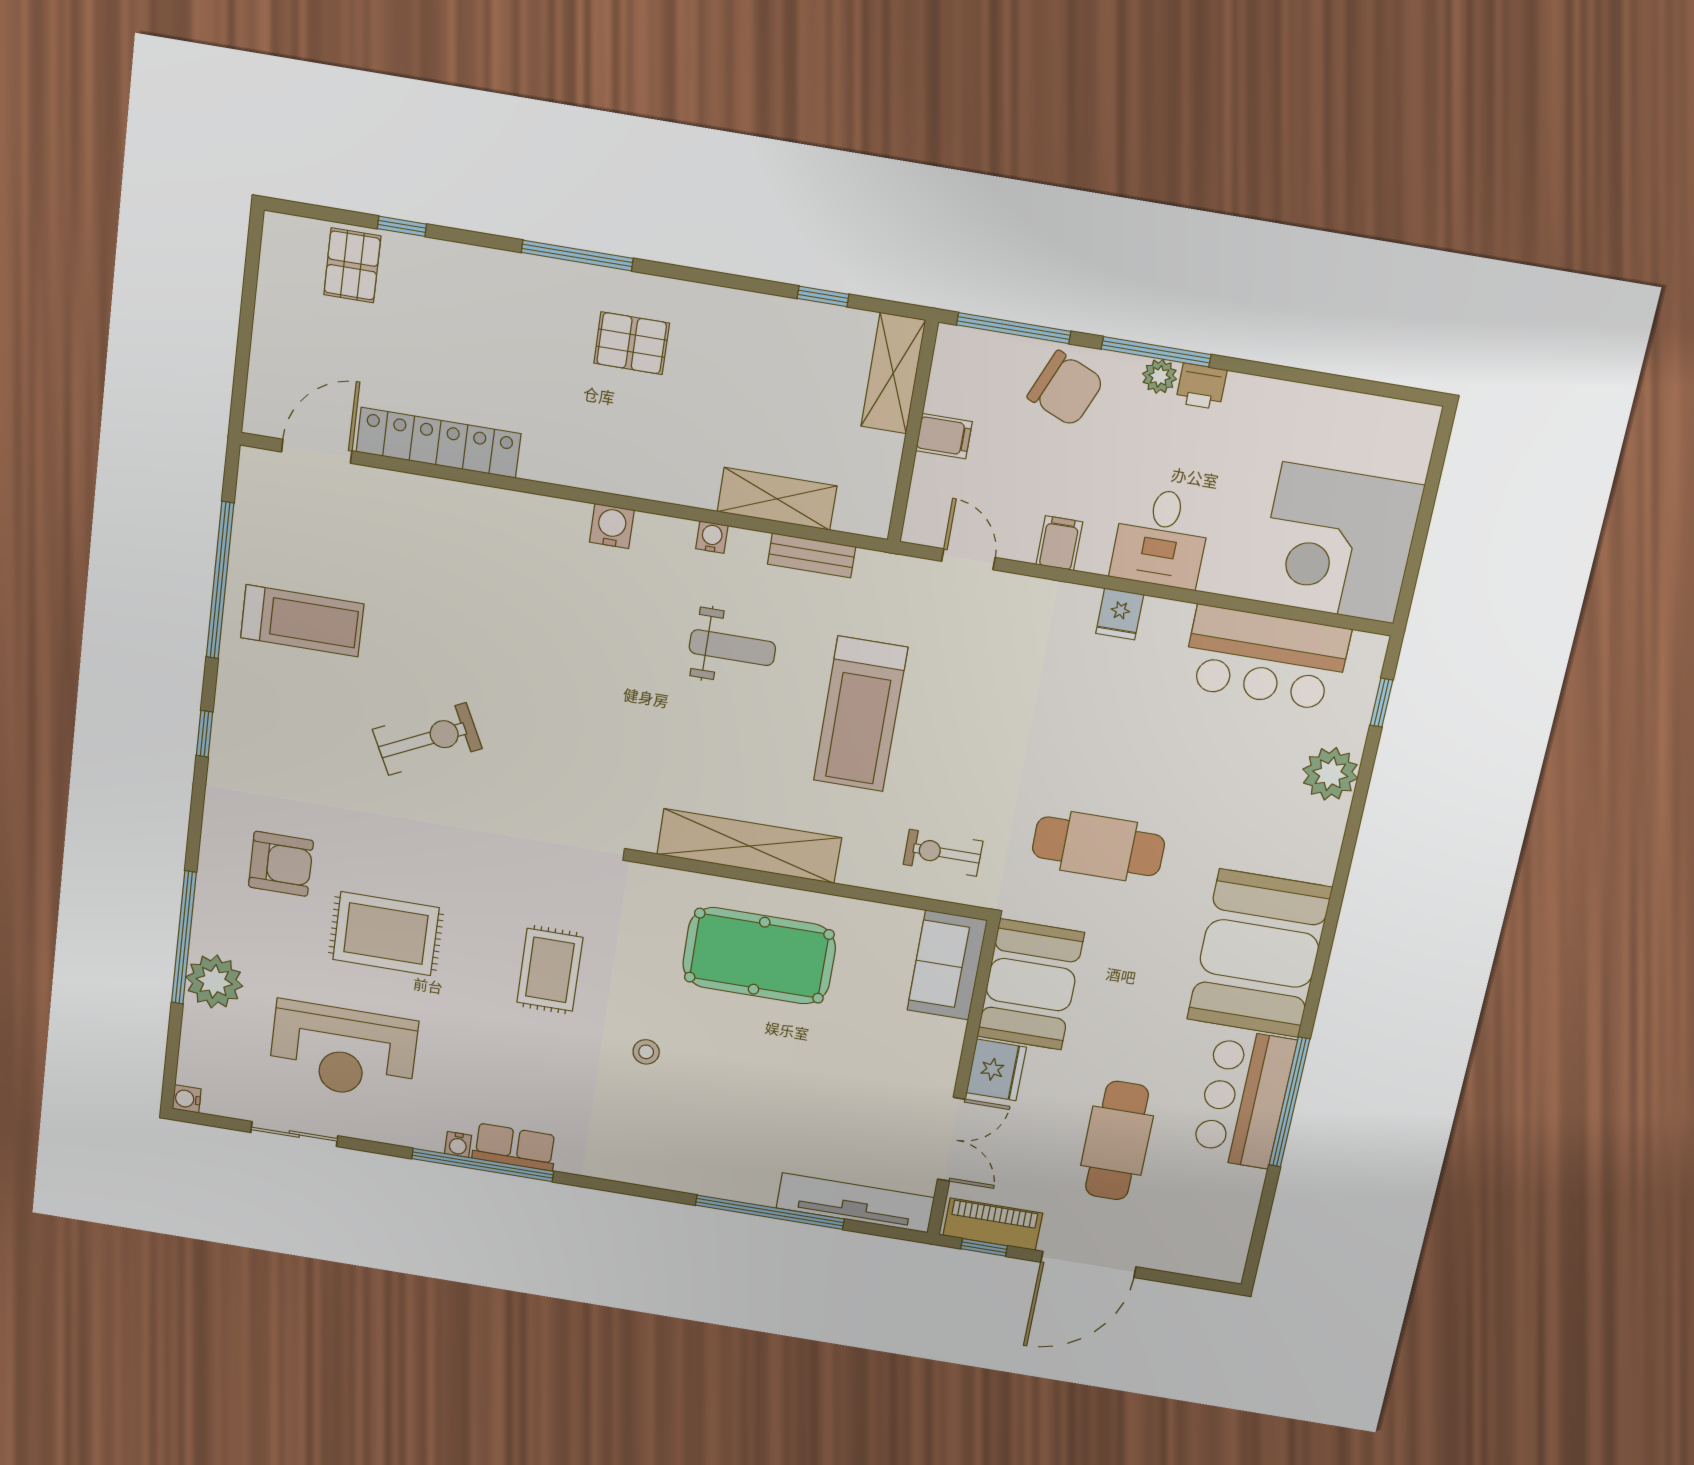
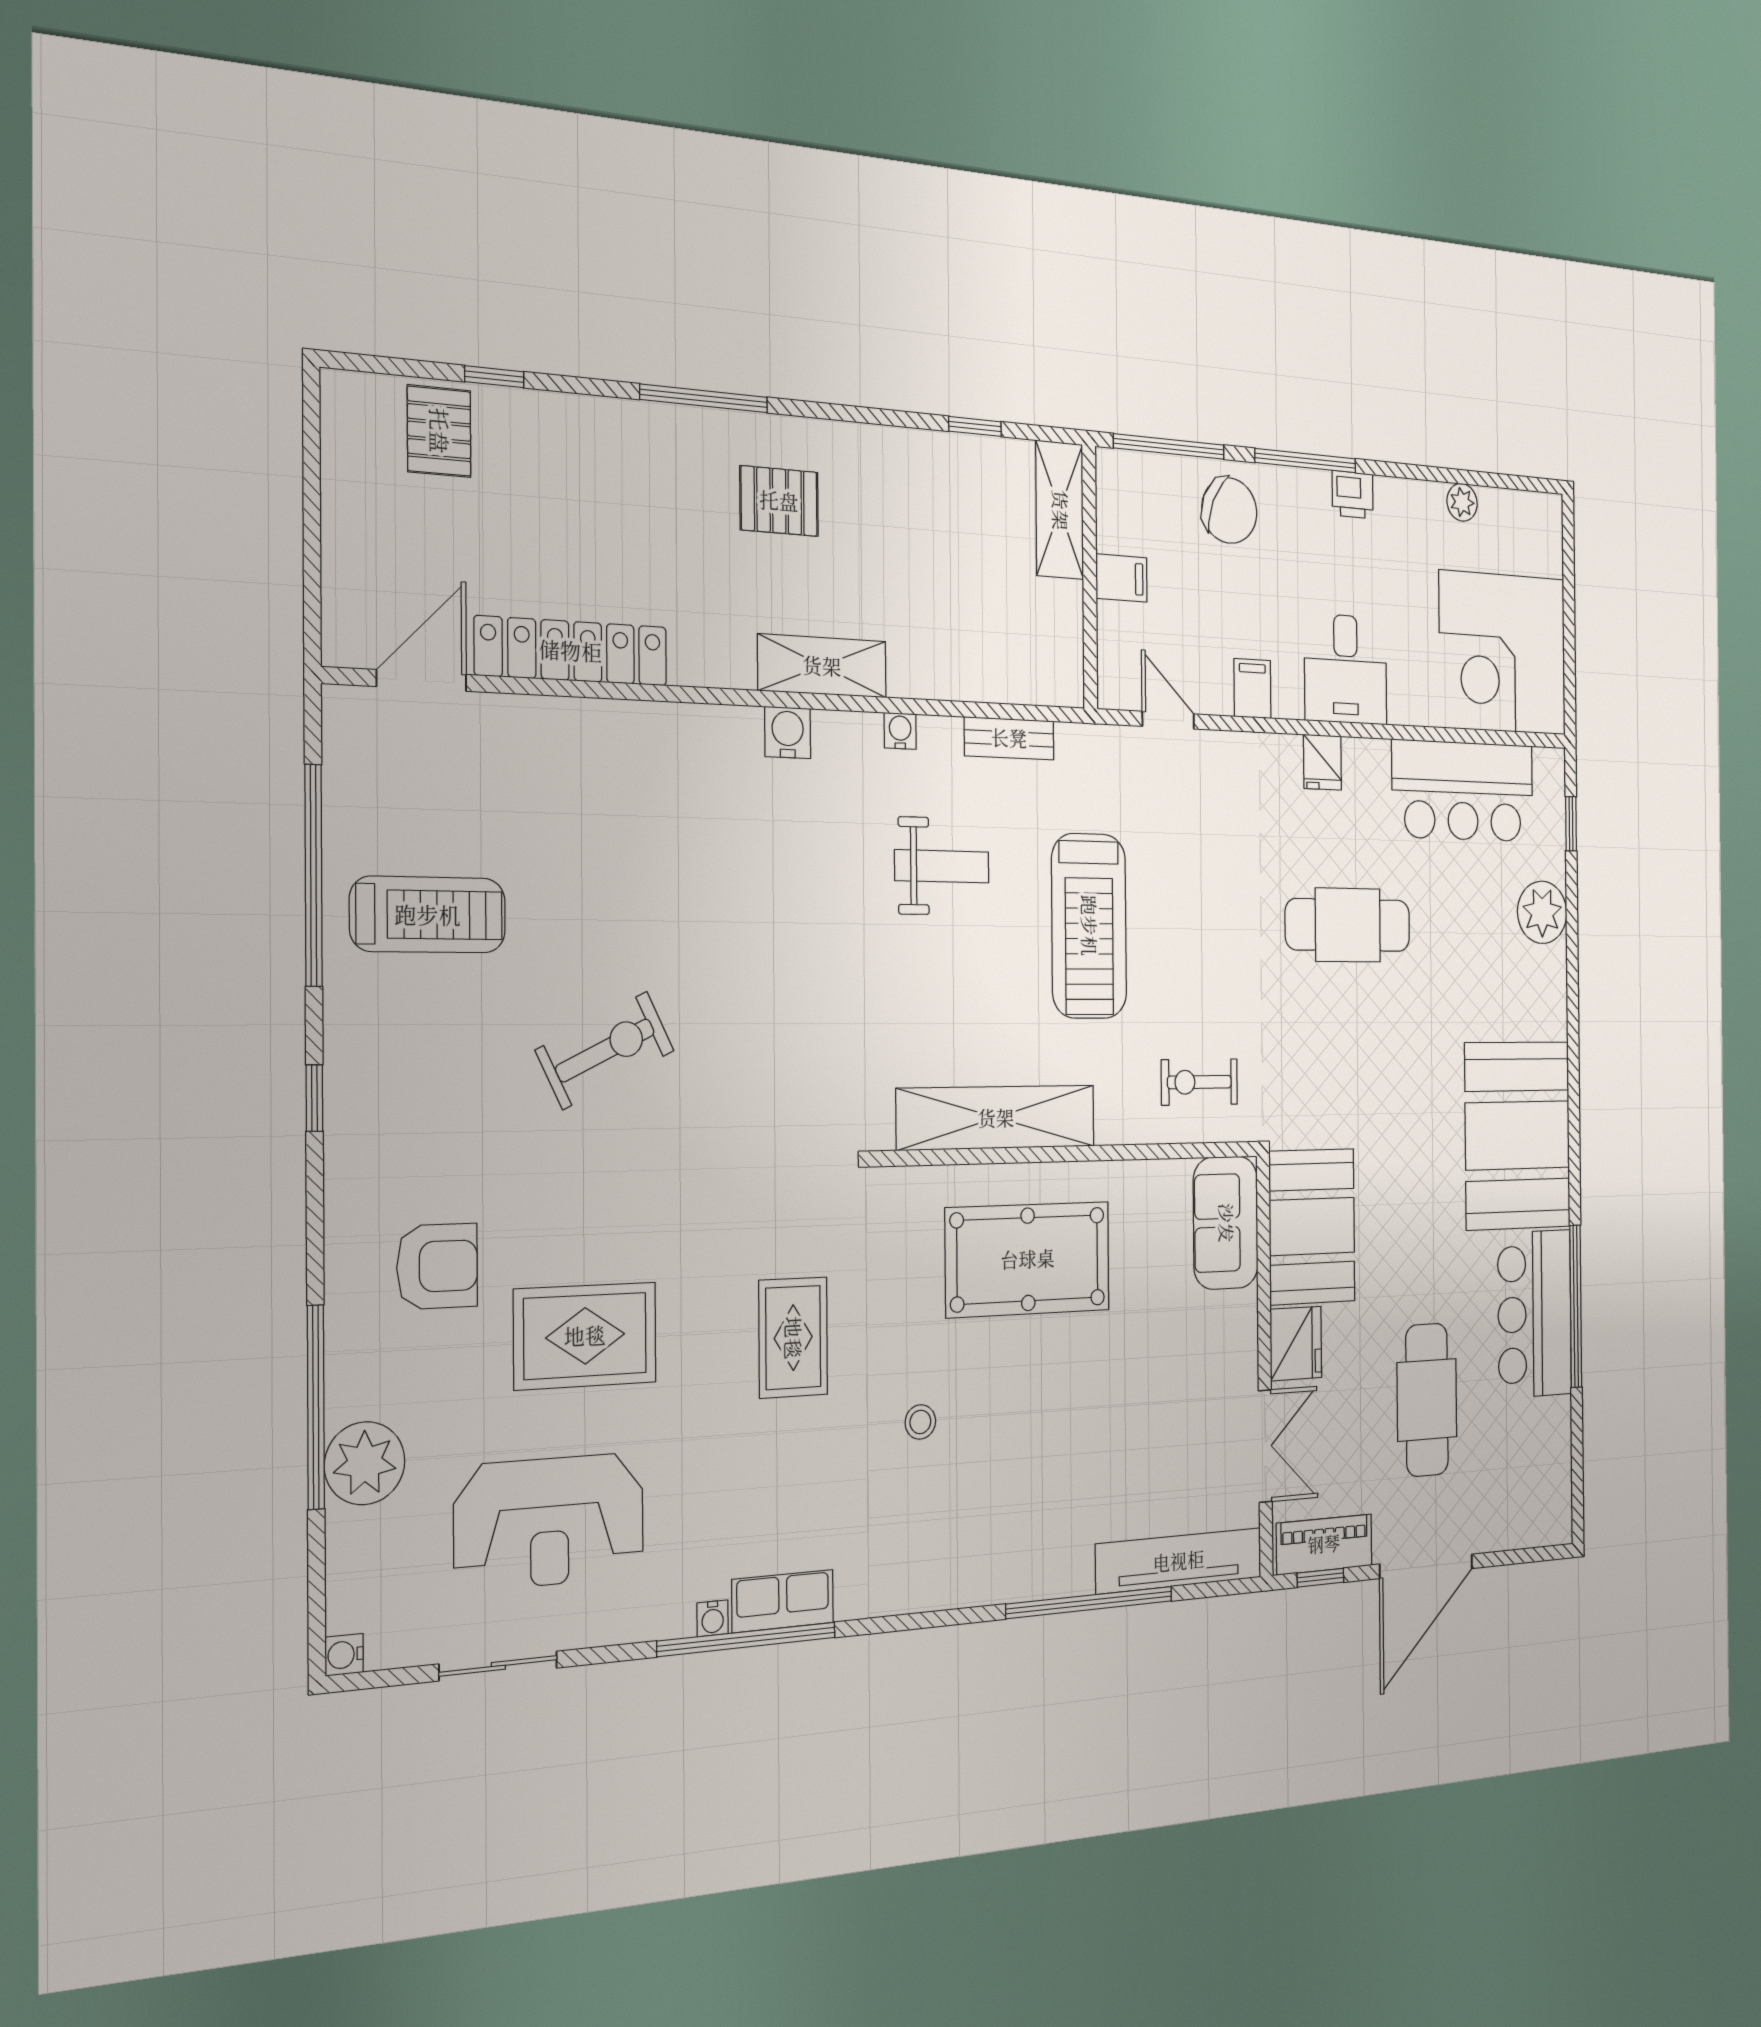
plant: (1160, 376) -> (1462, 502), moved
shelving: (777, 499) -> (822, 666), moved
cafe table: (1098, 846) -> (1348, 925), moved

